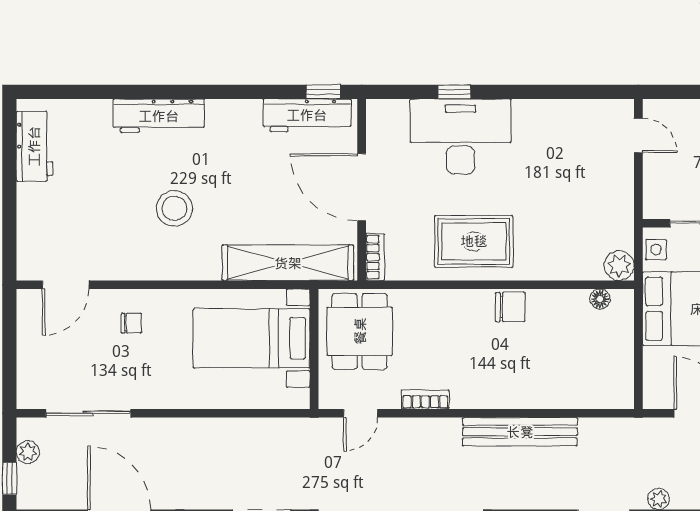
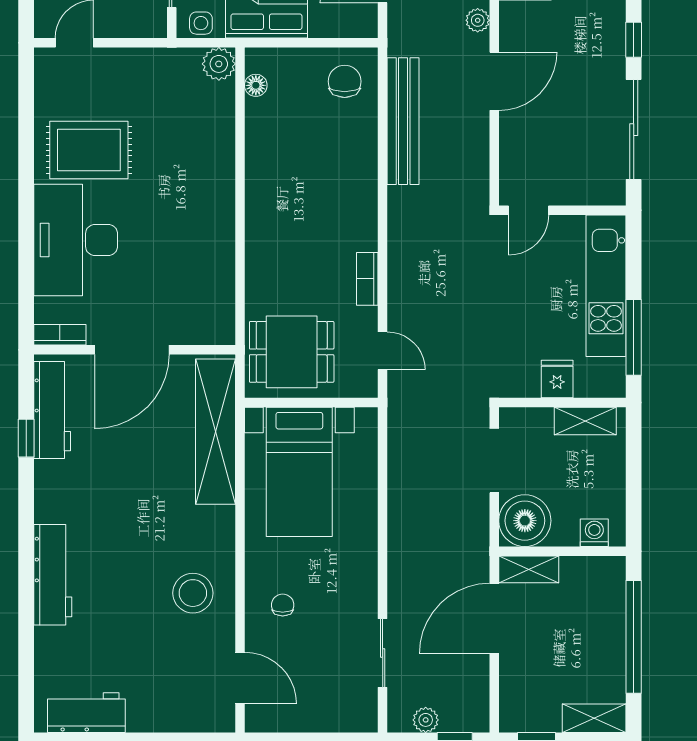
window: (323, 92) -> (26, 438), moved
window: (455, 92) -> (26, 247), removed
stool: (174, 208) -> (193, 593), moved
rug: (474, 241) -> (89, 150), moved, turned 90
bookcase: (375, 257) -> (60, 335), moved
chair: (510, 307) -> (345, 81), moved
sliding door: (88, 413) -> (383, 653), width x0.73
bench: (520, 432) -> (403, 121), moved

